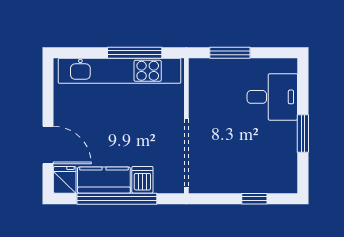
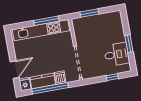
desk: (272, 97) -> (117, 54), moved
door: (48, 145) -> (15, 70), hinge flipped

